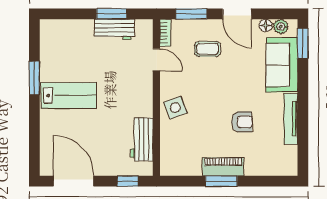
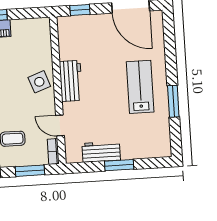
window: (112, 14) -> (119, 165), moved
lab bench: (69, 96) -> (140, 87), turned 90
workbench: (142, 139) -> (71, 81), moved

